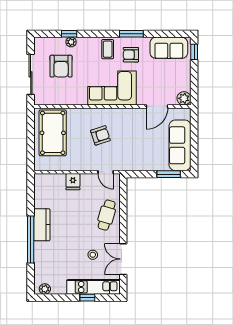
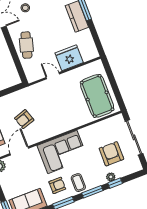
window: (96, 34) -> (92, 192), added
armchair: (100, 135) -> (24, 119), moved
door: (106, 172) -> (53, 76), moved
fridge: (73, 182) -> (69, 58), width x1.88, depth x1.34

